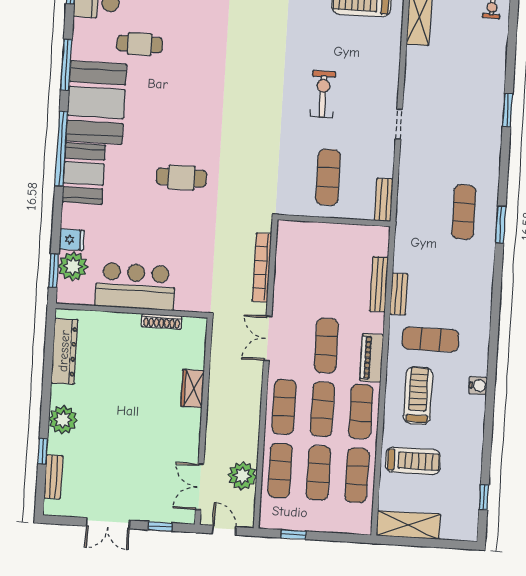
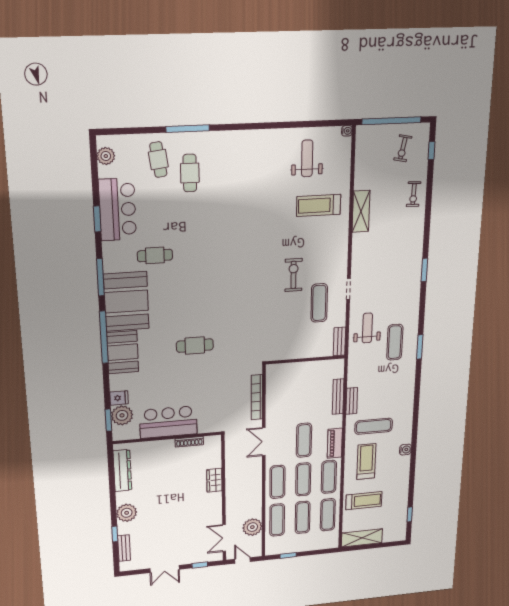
exercise mat: (328, 177) -> (319, 303), moved
weight bench: (424, 185) -> (367, 328), added

